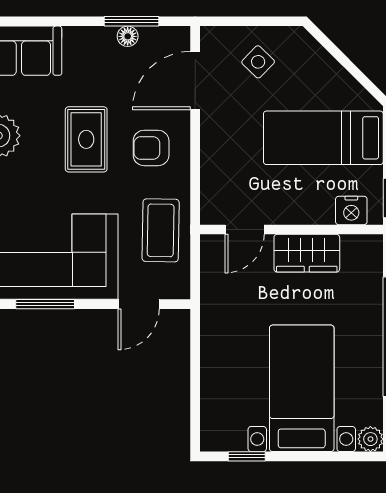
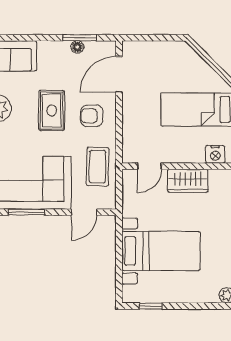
side table: (258, 62) -> (158, 63), removed
bed with nightstands: (302, 388) -> (161, 251), moved, turned 90

